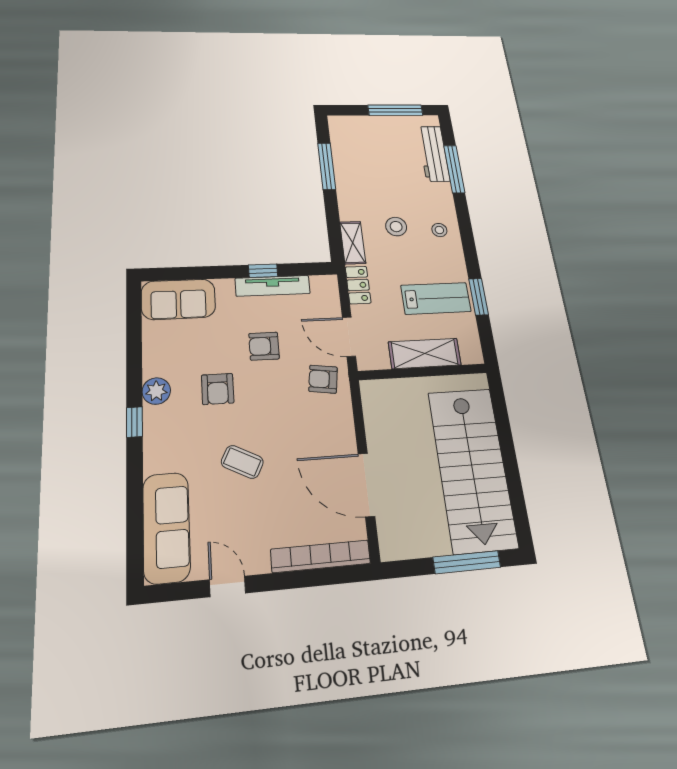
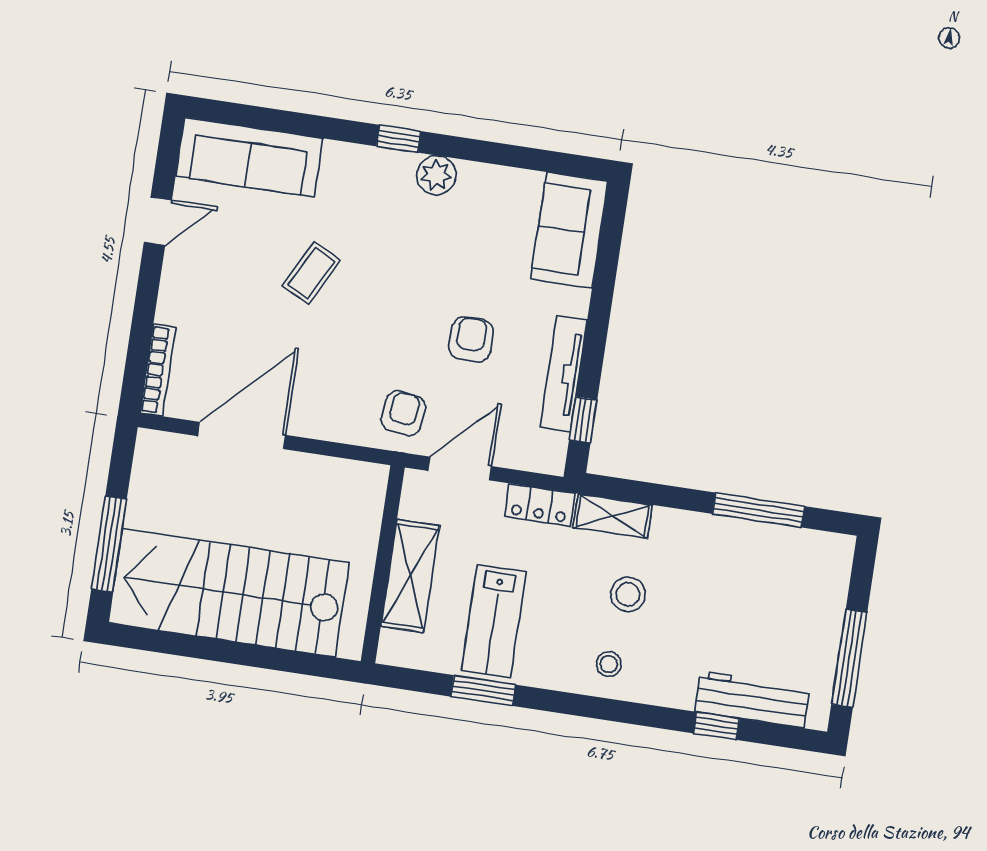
window: (454, 169) -> (716, 726), width x0.46
window: (263, 271) -> (583, 420), moved
armchair: (218, 389) -> (421, 260), removed
bookcase: (321, 556) -> (158, 370), width x0.68, depth x0.76

